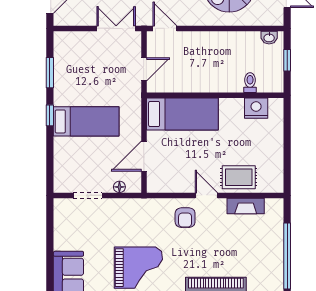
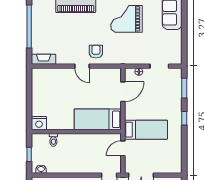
window: (50, 73) -> (184, 88), moved
nightstand: (256, 108) -> (39, 123), moved
bed: (86, 121) -> (146, 130), moved, turned 180
rug: (239, 177) -> (61, 78), removed
fireplace: (246, 206) -> (44, 59), moved

